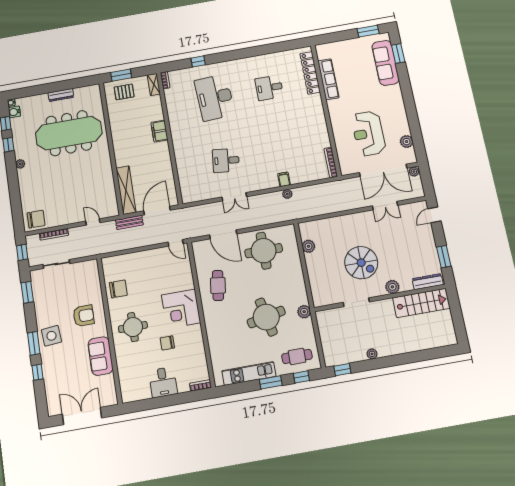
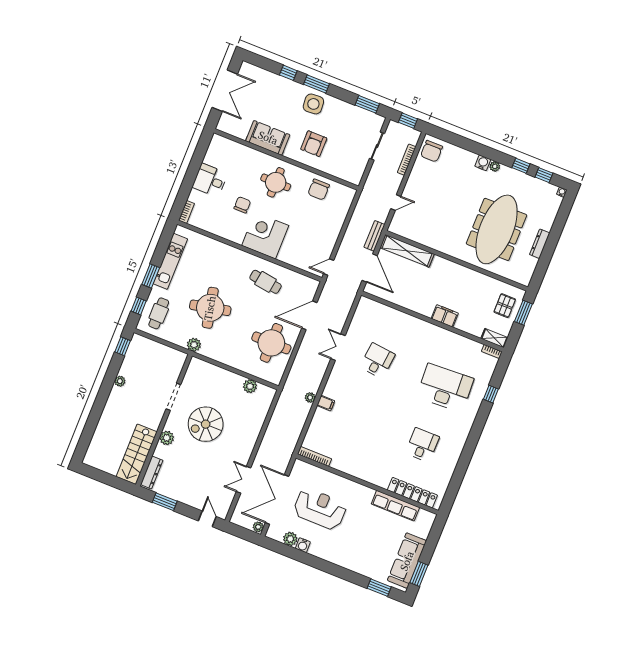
sofa: (386, 63) -> (407, 561), moved, turned -90
water cooler: (14, 112) -> (483, 163), moved
water cooler: (405, 129) -> (303, 545), added

